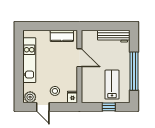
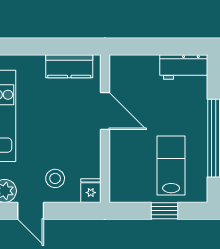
workbench: (114, 36) -> (184, 67), width x0.73

